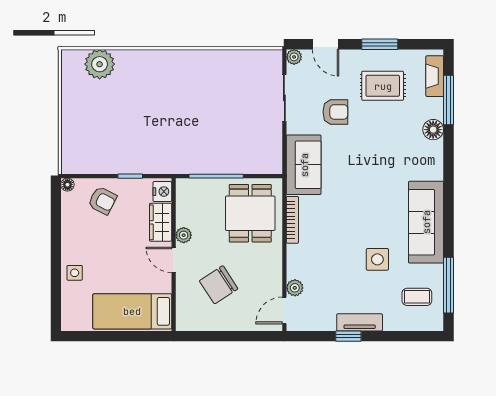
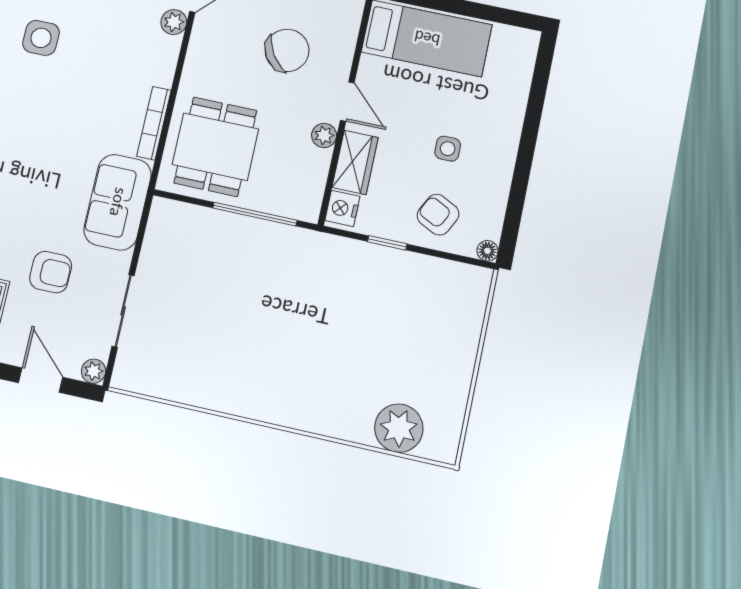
armchair: (335, 112) -> (51, 272), turned 180
side table: (75, 273) -> (448, 149), moved

